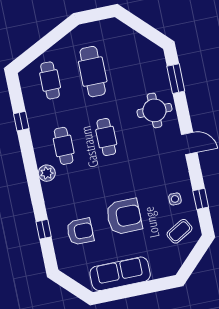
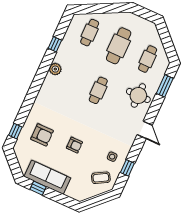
cafe table: (64, 146) -> (148, 59), moved
plant: (47, 173) -> (55, 69), moved
armchair: (124, 217) -> (74, 145), width x0.53, depth x0.53
window: (44, 229) -> (15, 131), moved
window: (119, 293) -> (38, 188), added

